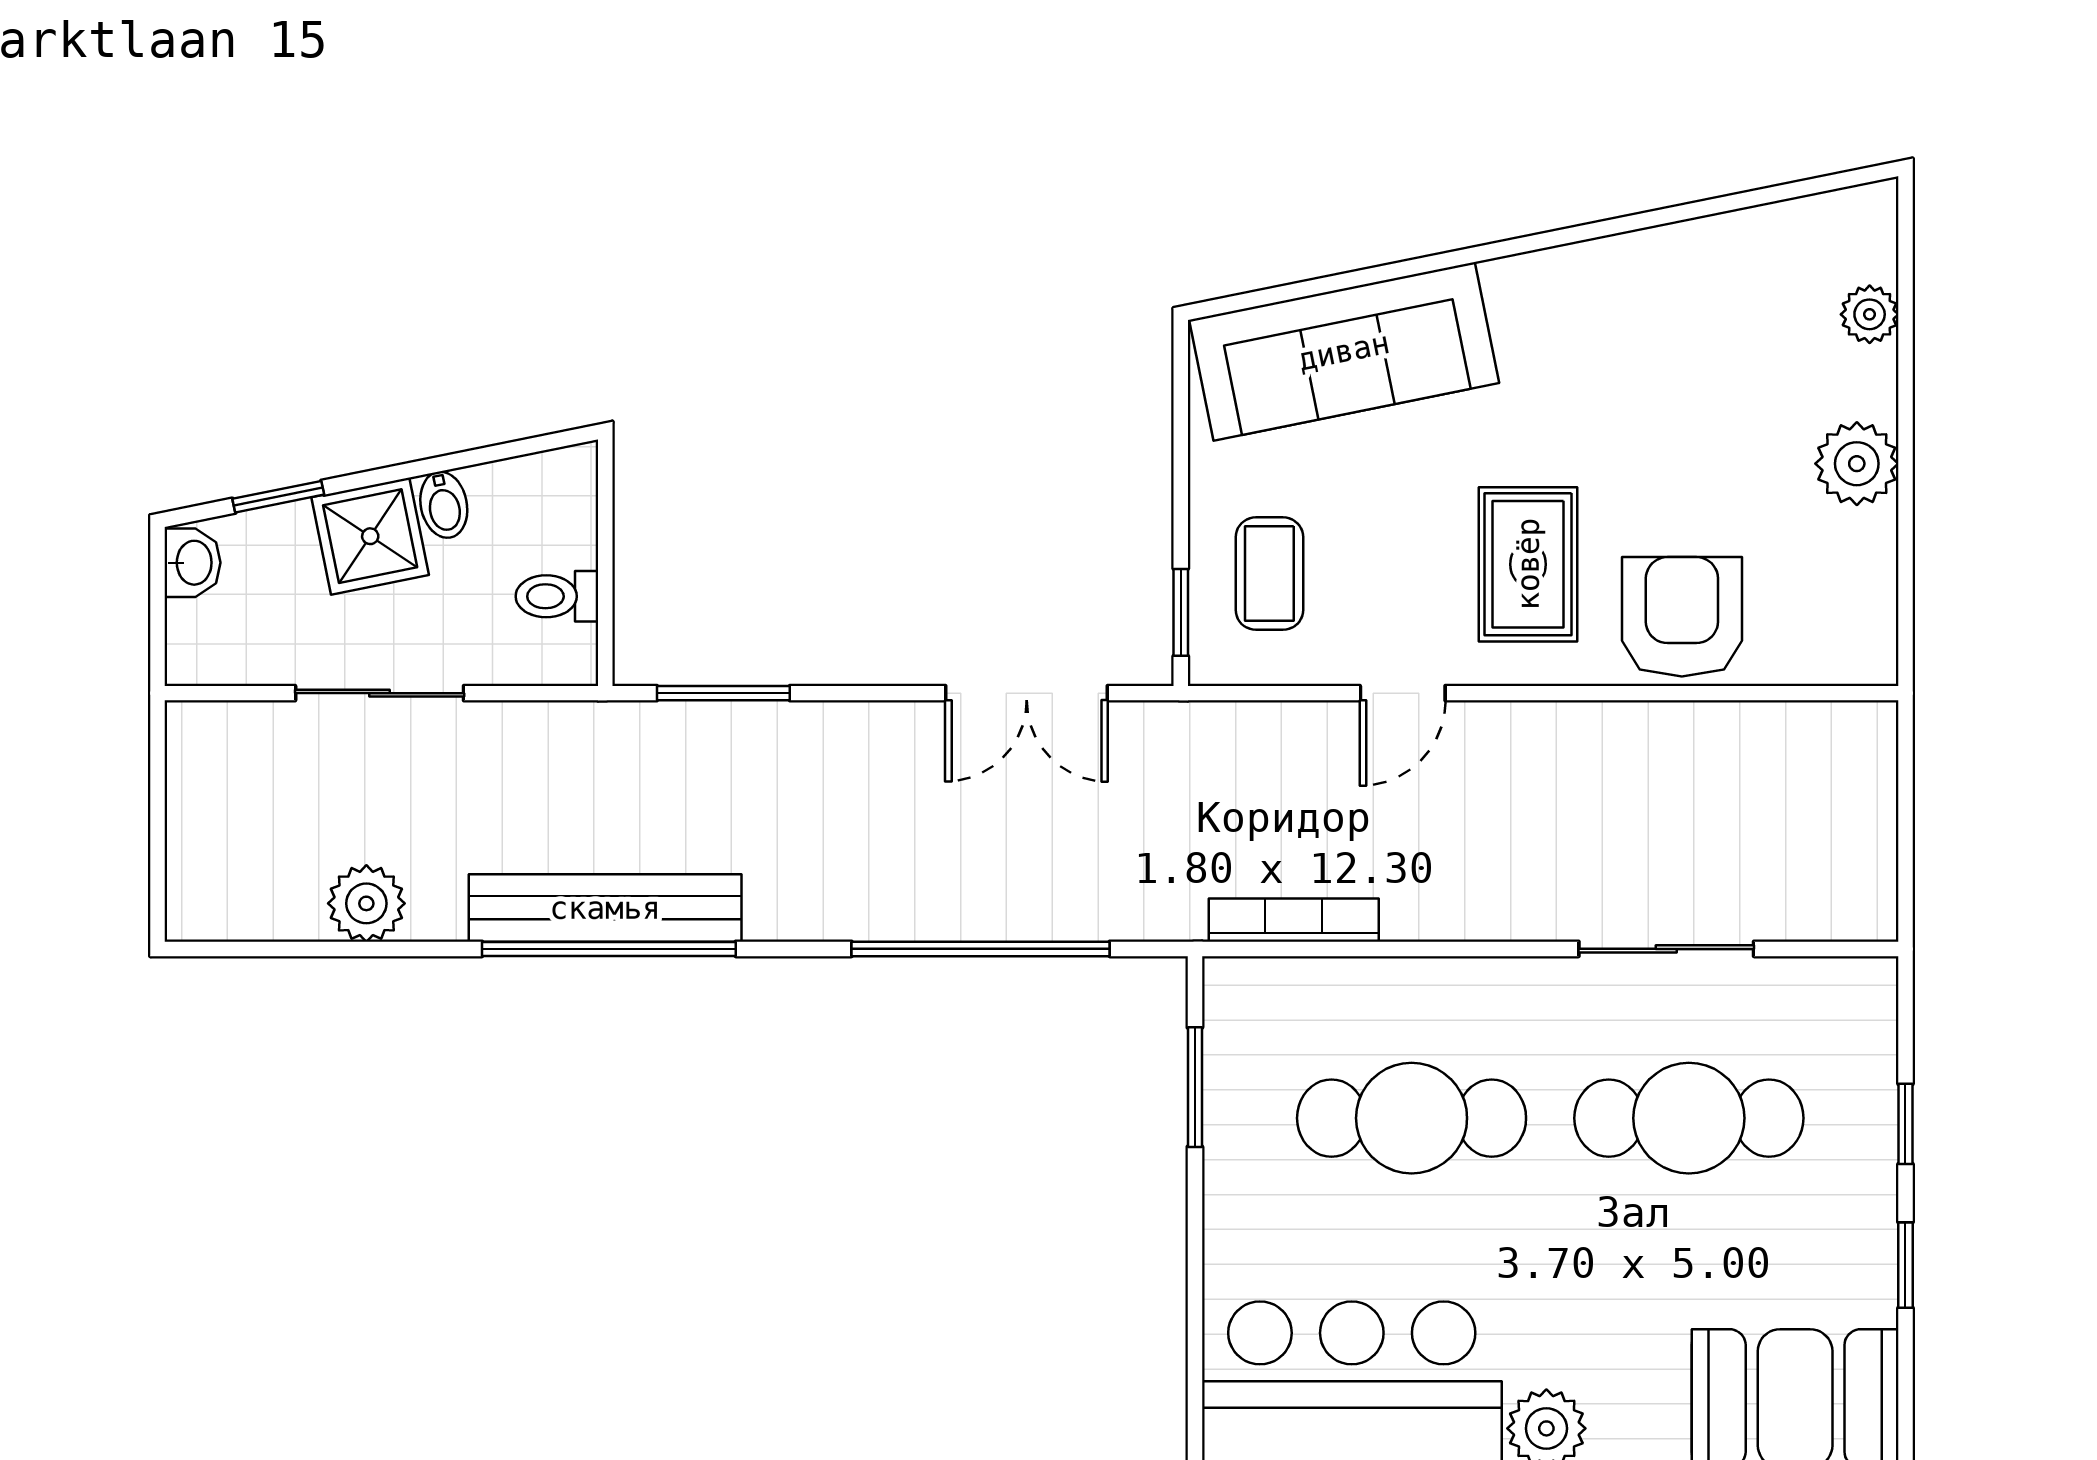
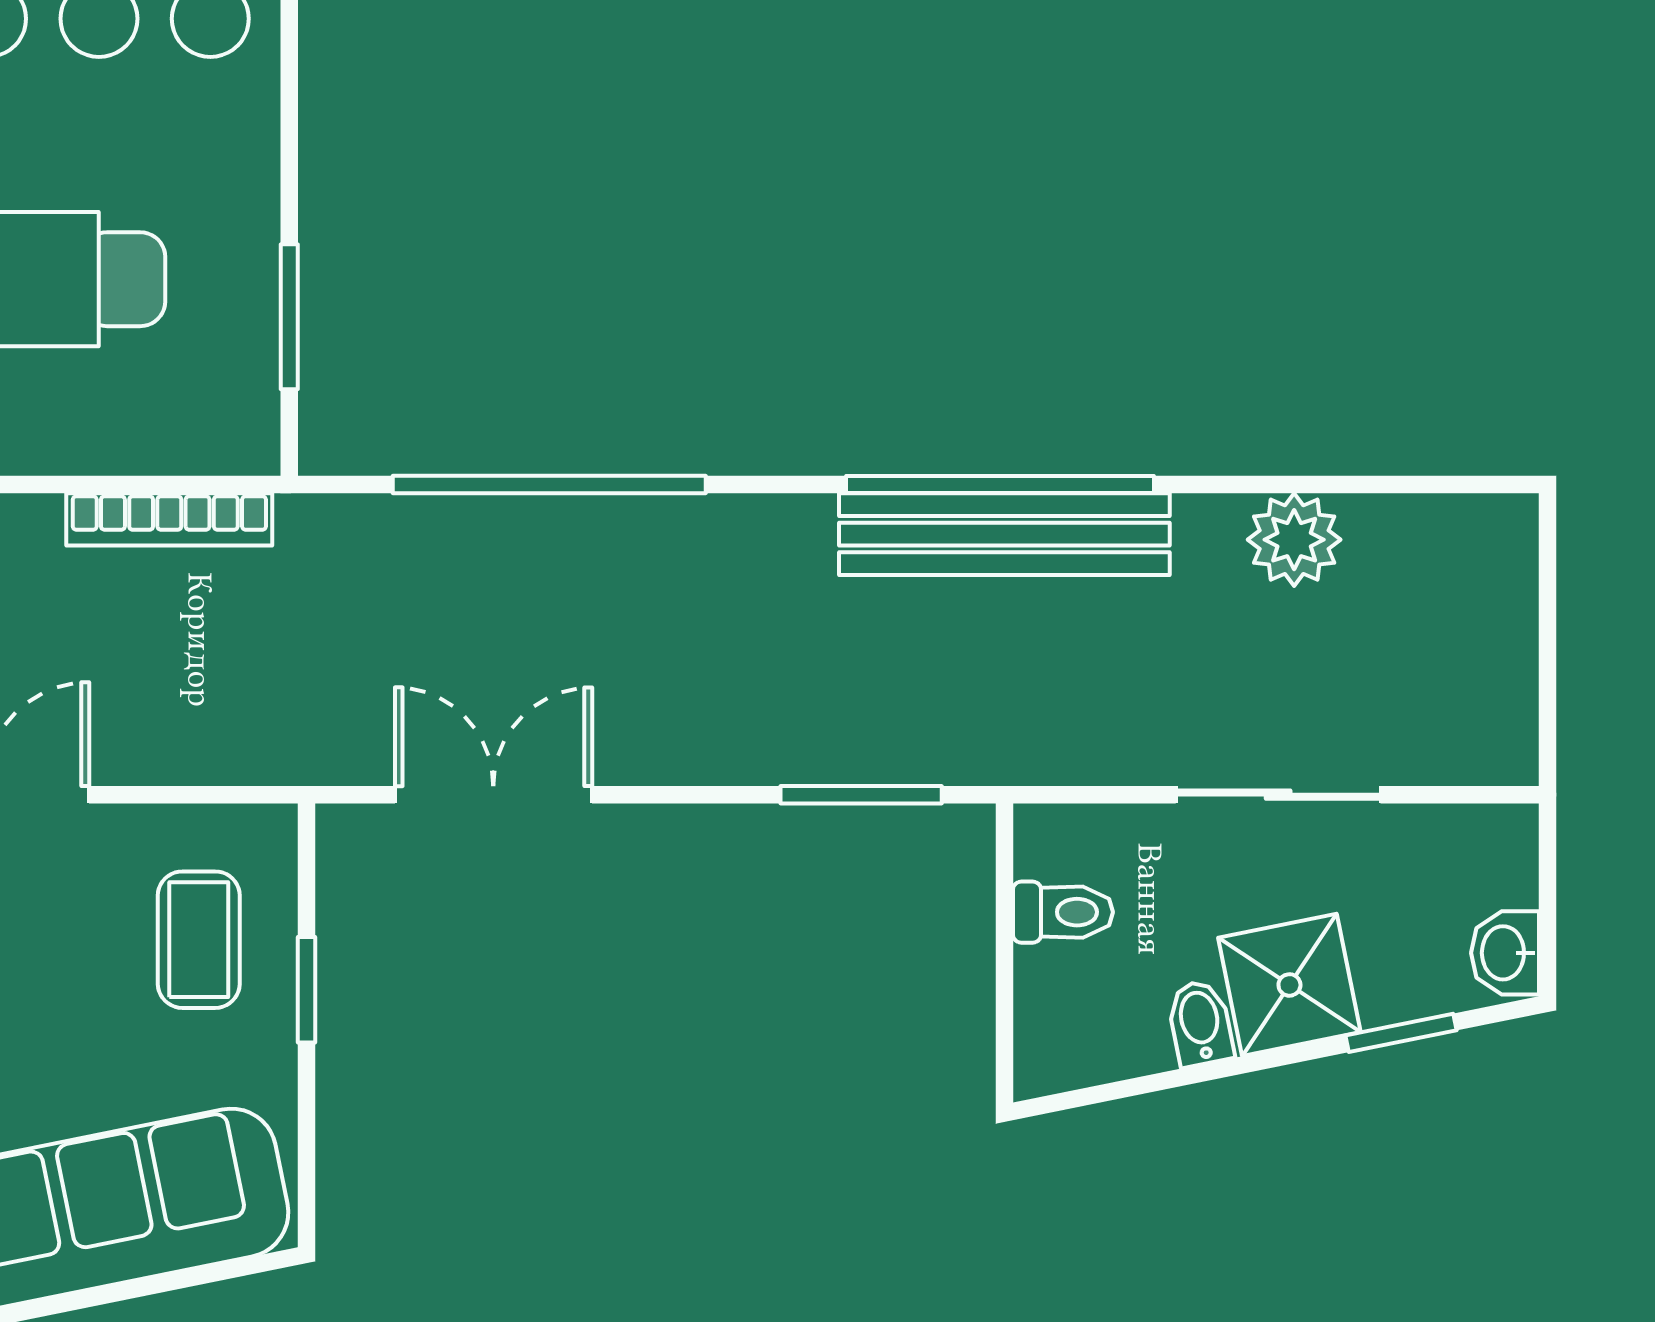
window: (1181, 612) -> (306, 990), moved

